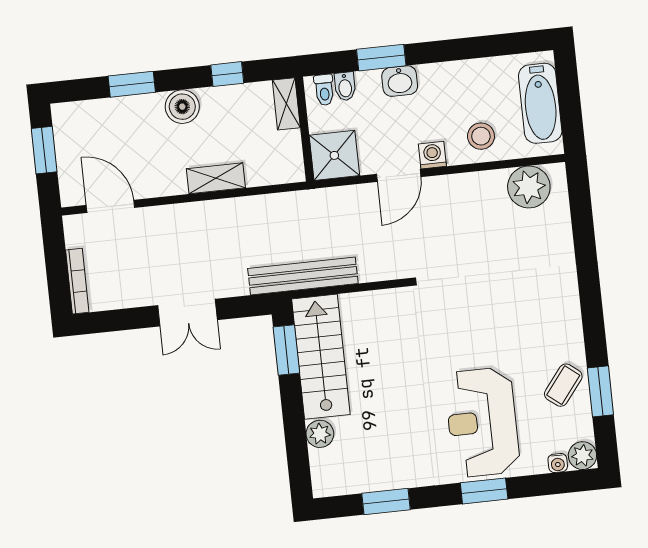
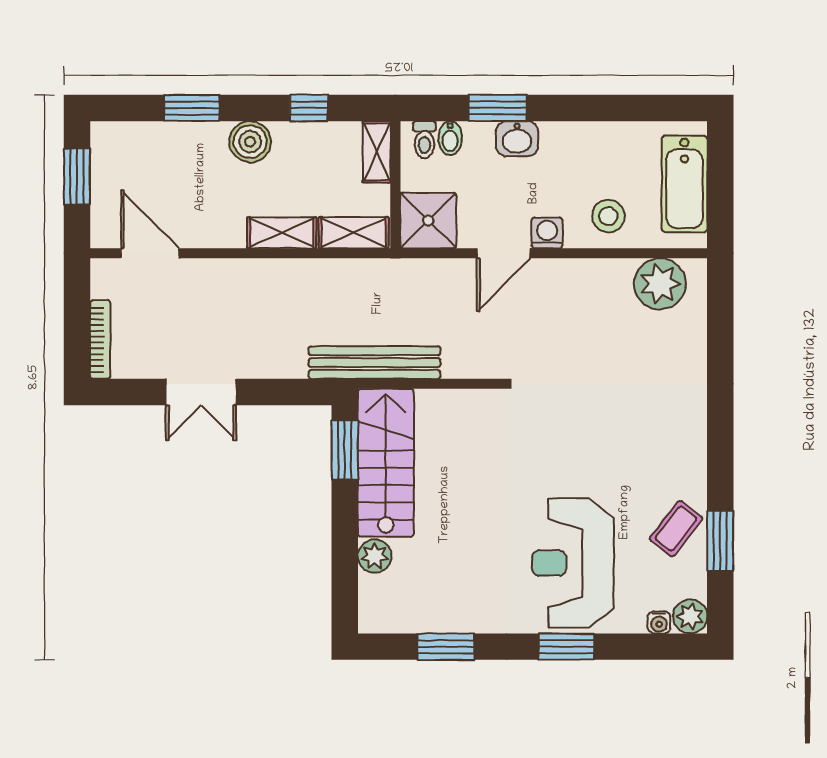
shelving: (275, 172) -> (354, 233), added
double door: (187, 313) -> (201, 392), moved

